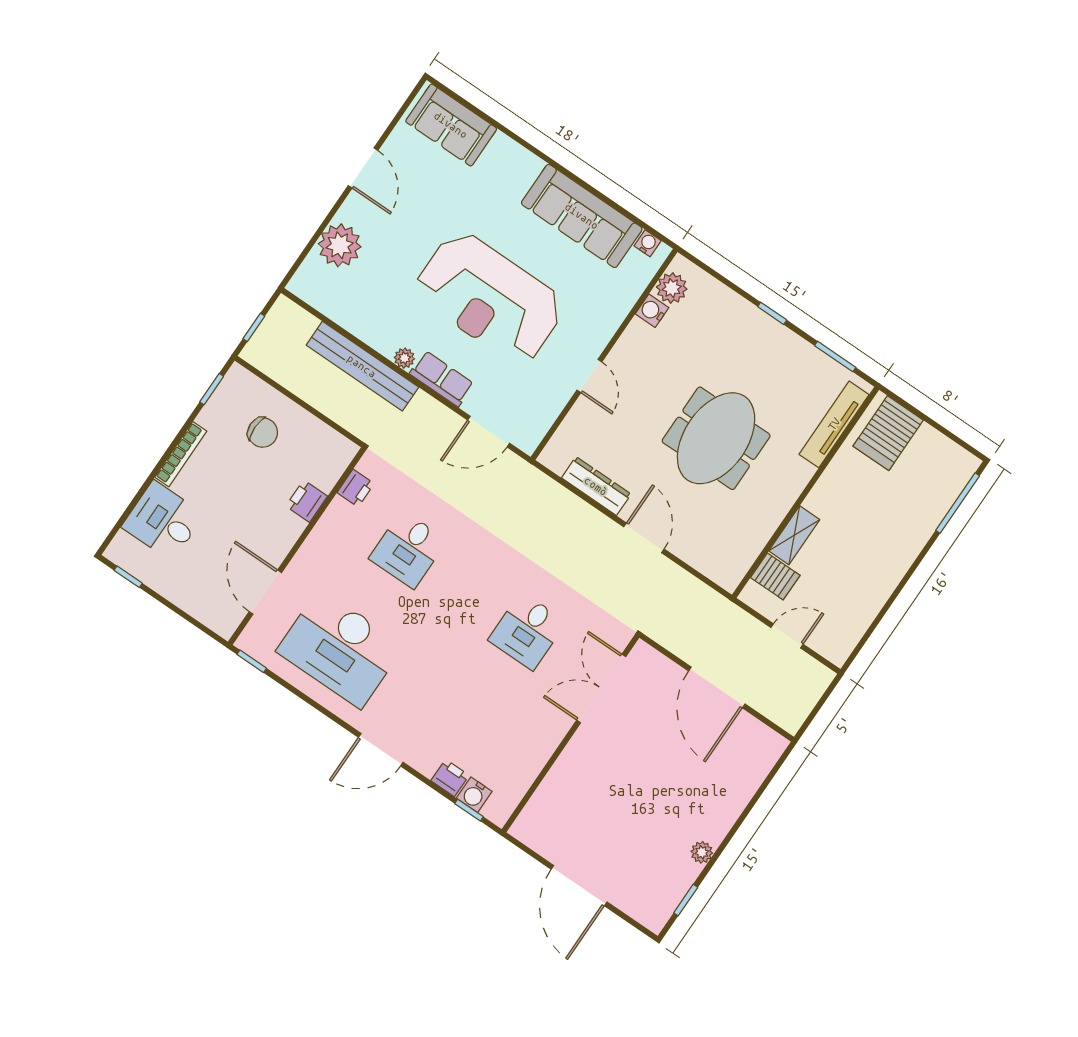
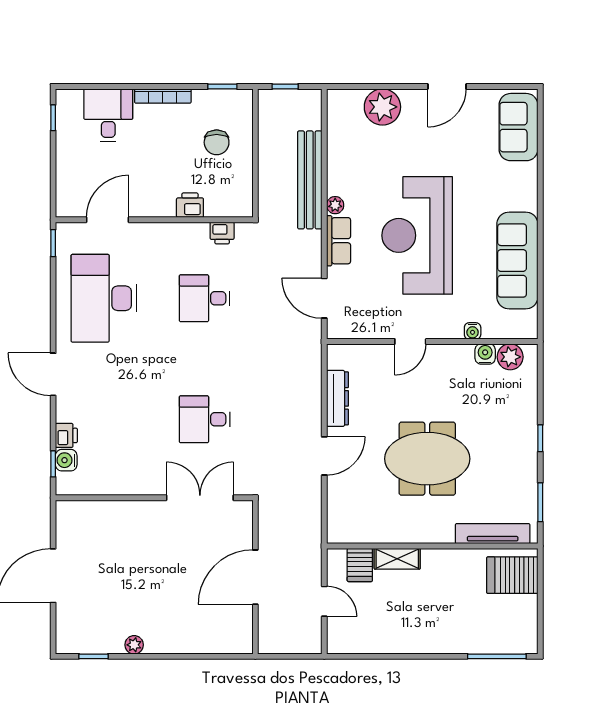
water cooler: (648, 243) -> (473, 331), moved, turned 90

